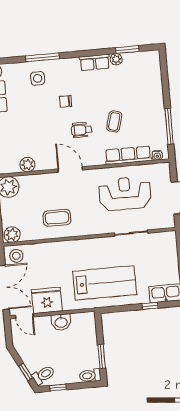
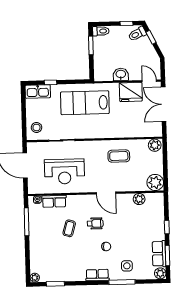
plant: (116, 59) -> (35, 278), moved
row of seats: (95, 62) -> (97, 275), moved
row of seats: (128, 155) -> (54, 201), width x0.68
stool: (16, 256) -> (37, 127), moved

